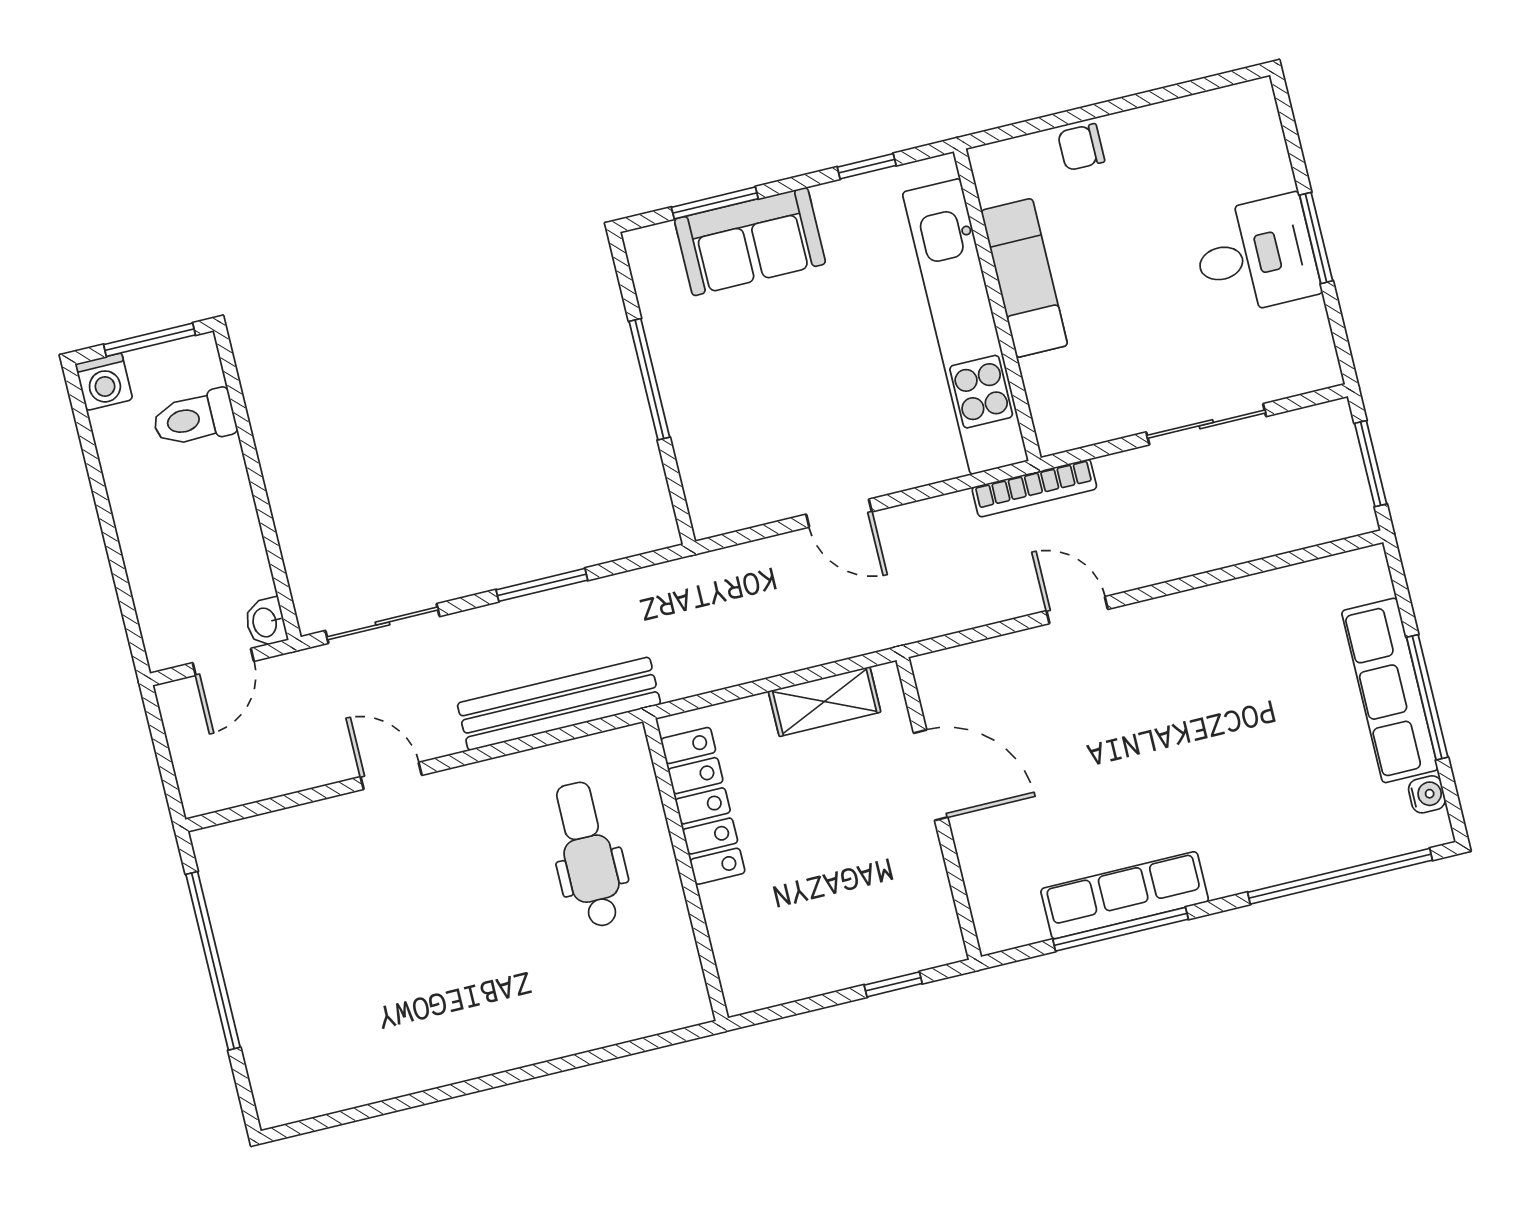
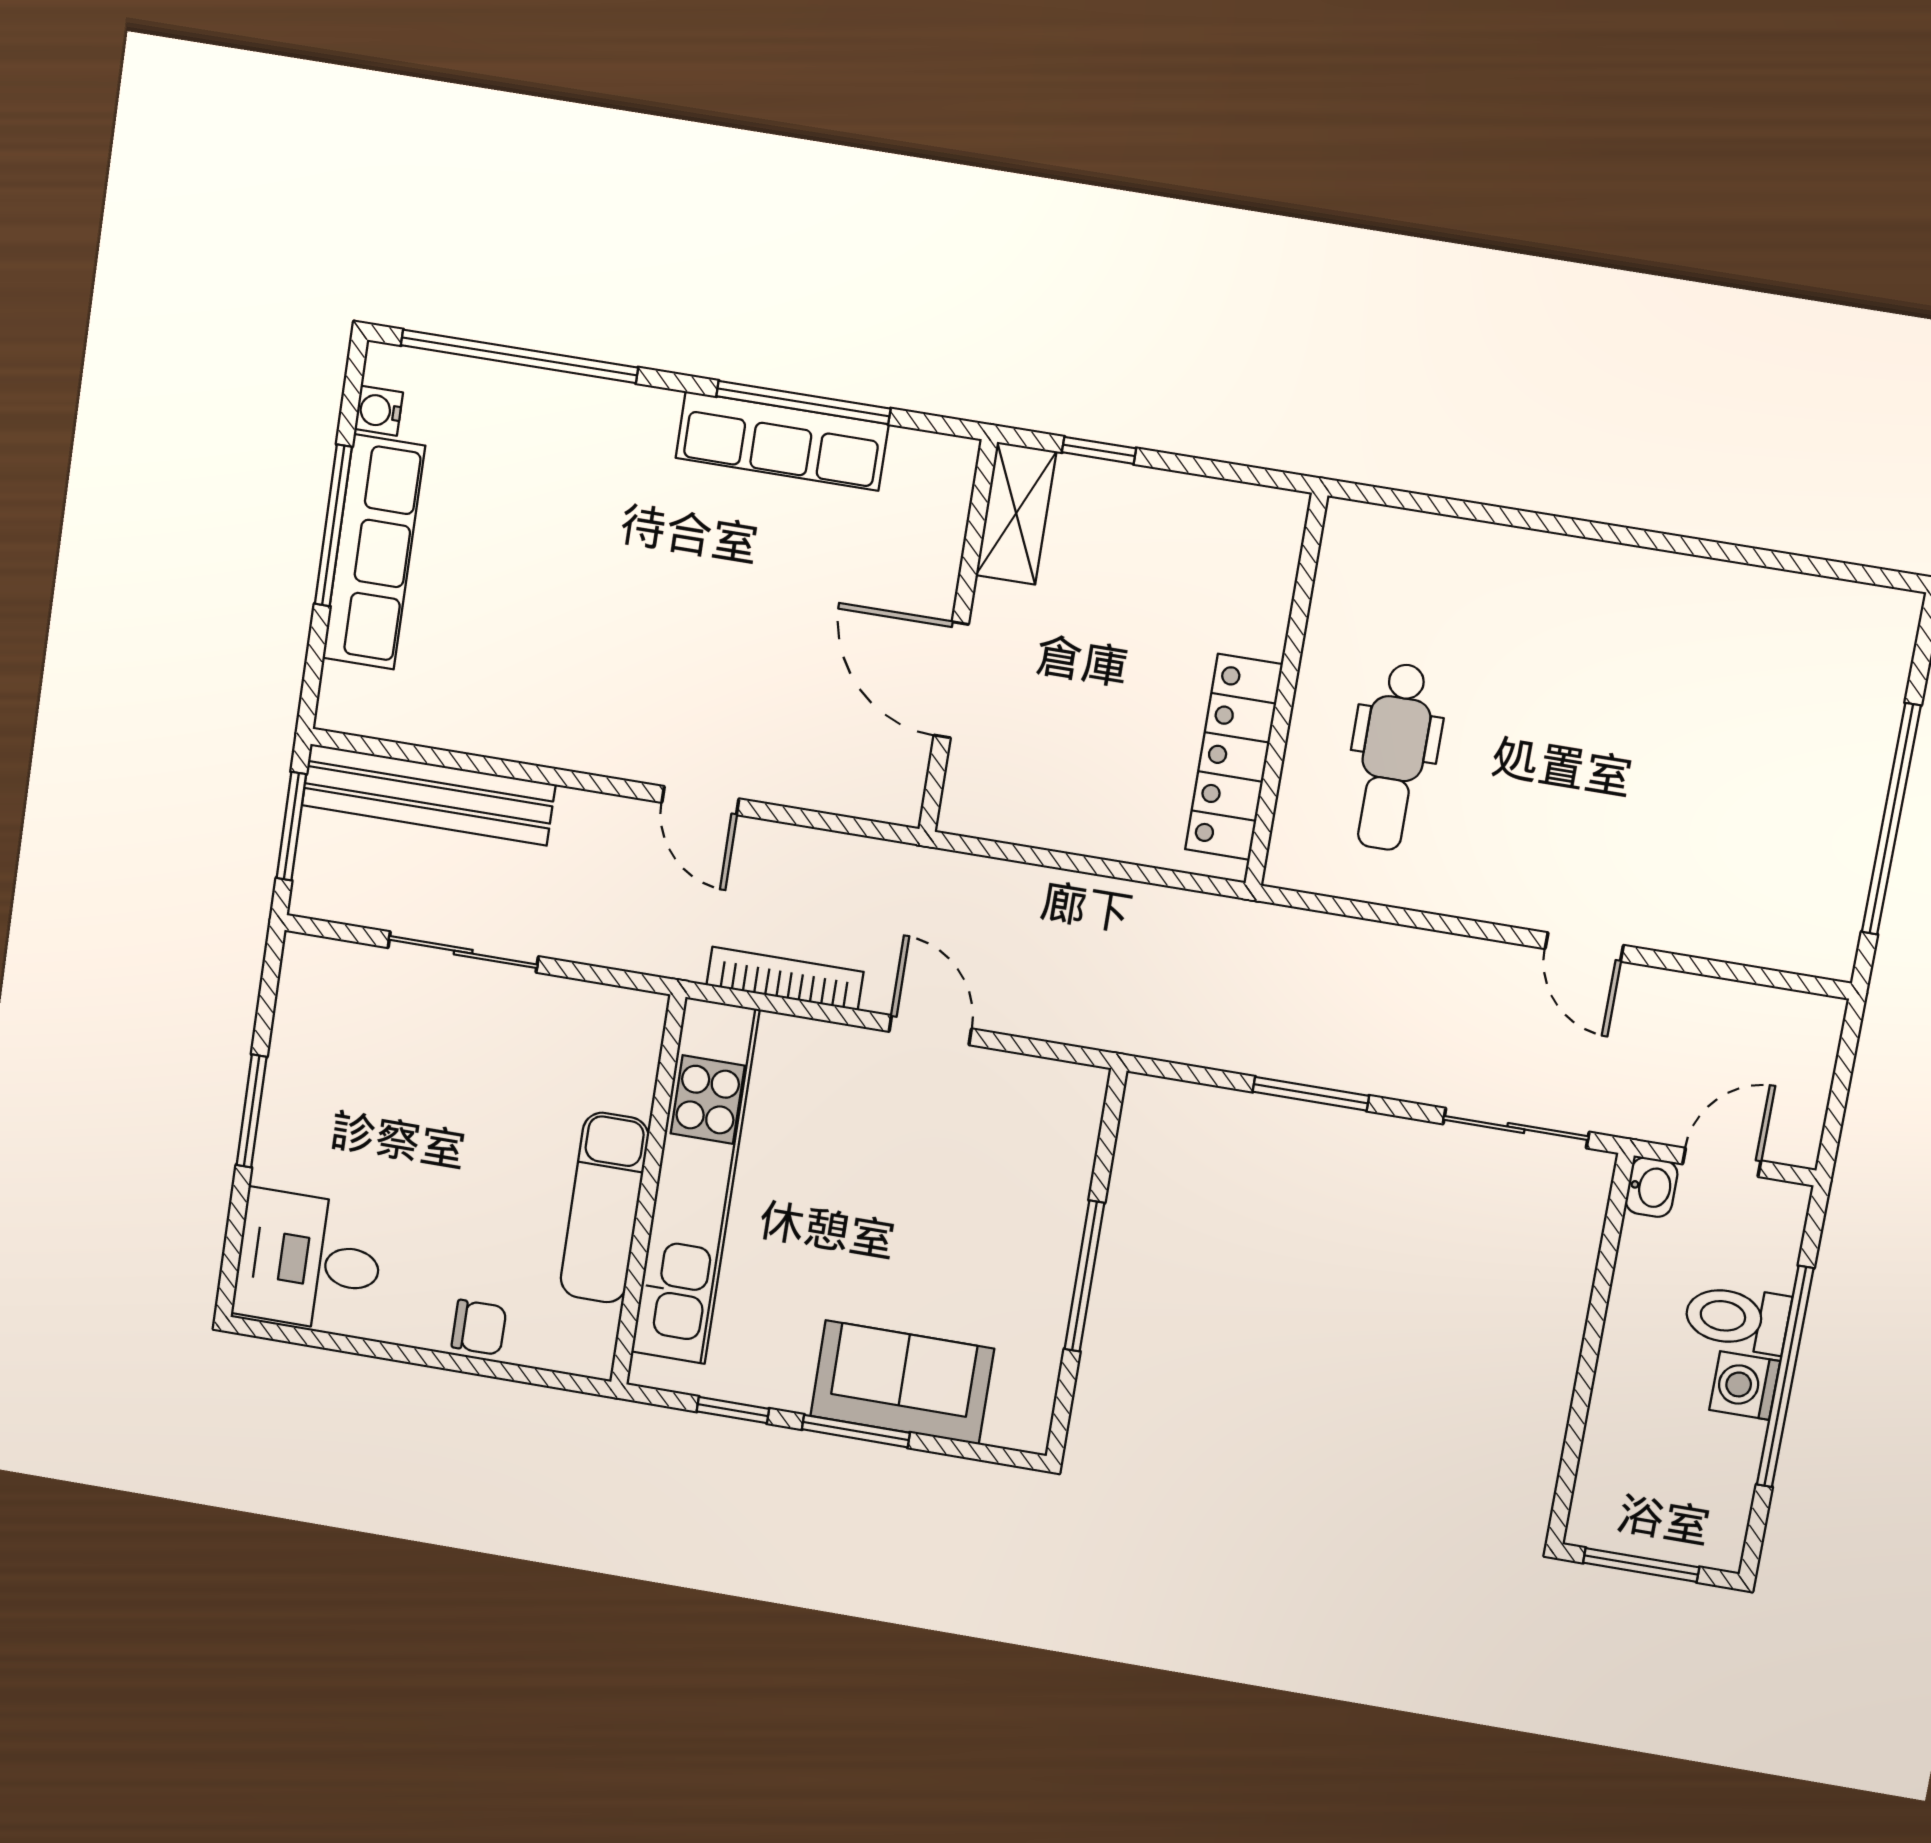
window: (715, 203) -> (856, 1431), moved
desk: (1256, 255) -> (309, 1261), moved
washing machine: (104, 382) -> (1745, 1386), moved, turned -90
toilet: (194, 419) -> (1737, 1318), moved, turned 180
bookcase: (1034, 488) -> (785, 978), moved
window: (107, 525) -> (1785, 1377), added
shelving: (825, 702) -> (1016, 513), moved, turned 90
bench: (559, 704) -> (429, 795), moved

